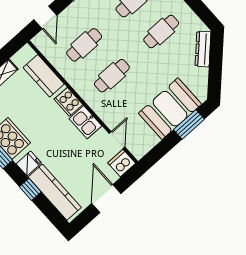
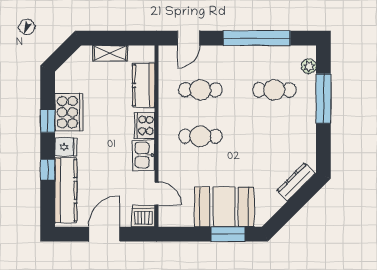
cafe table: (161, 31) -> (274, 136), removed
door: (117, 140) -> (157, 193), hinge flipped

